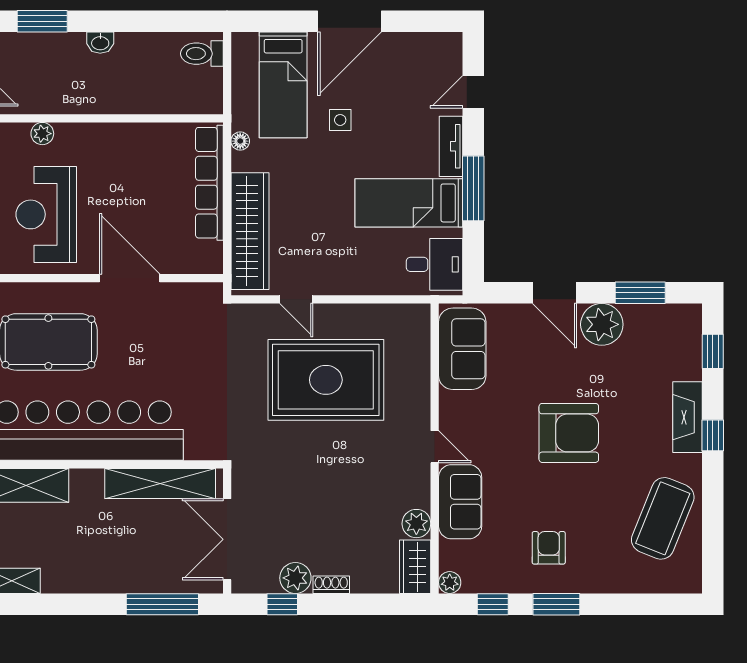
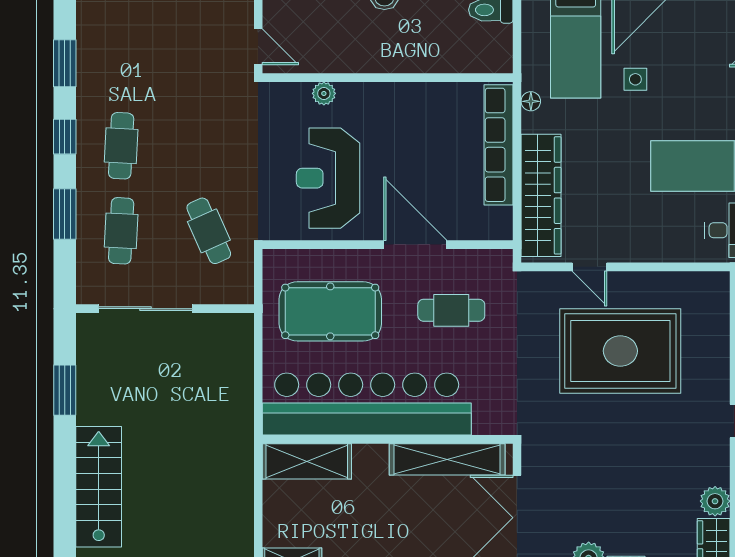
cafe table: (164, 341) -> (451, 310), added

